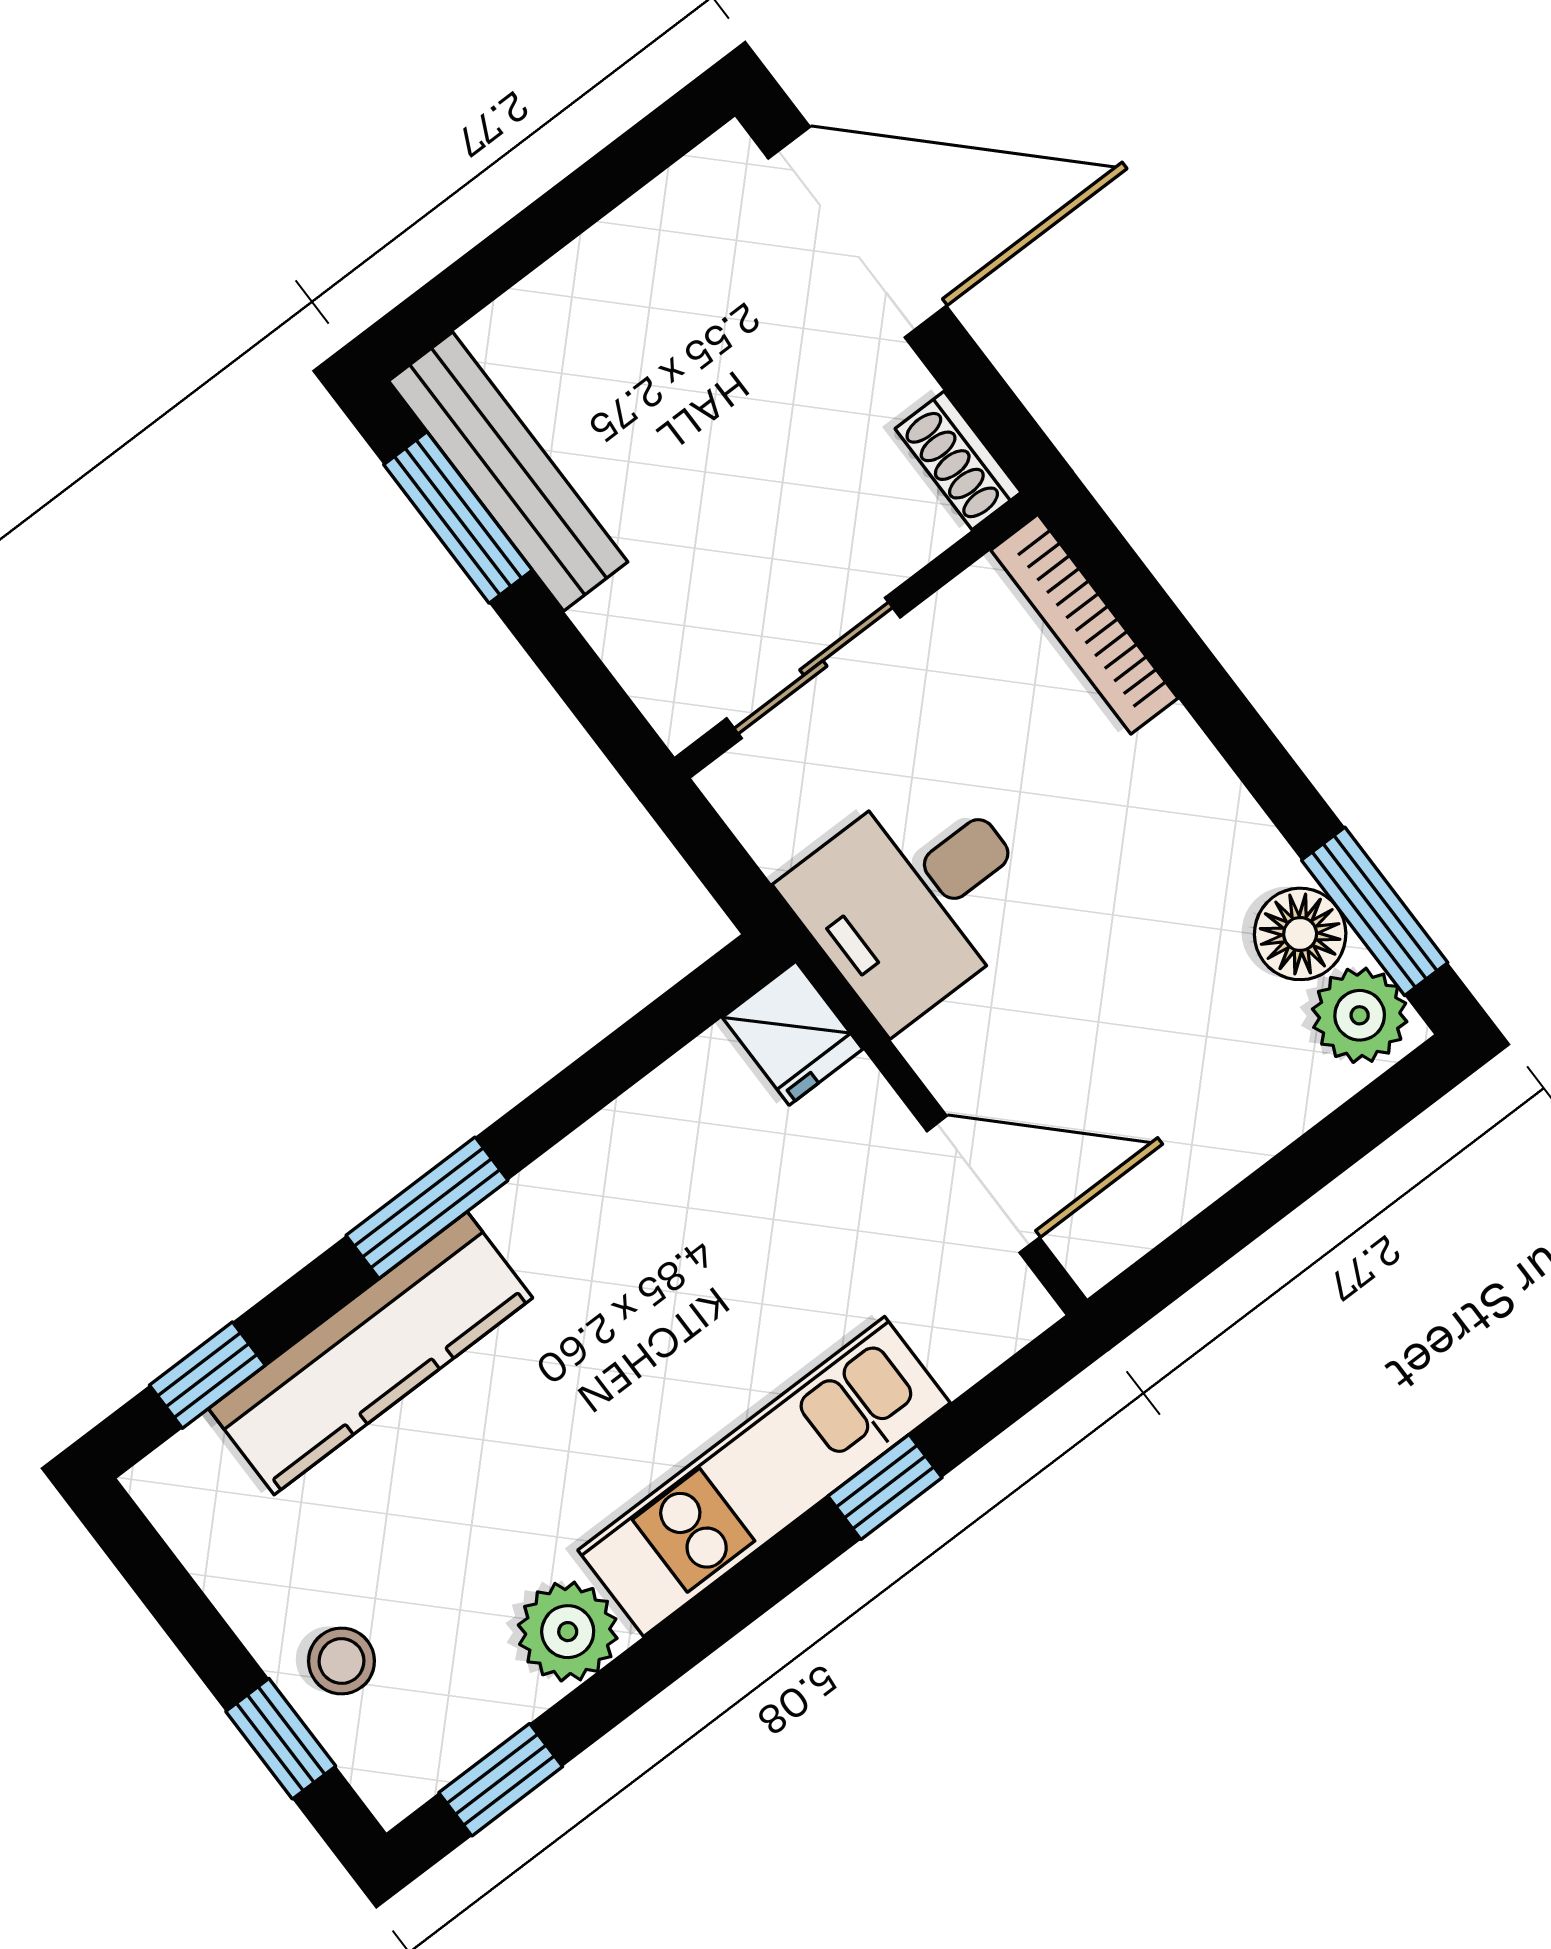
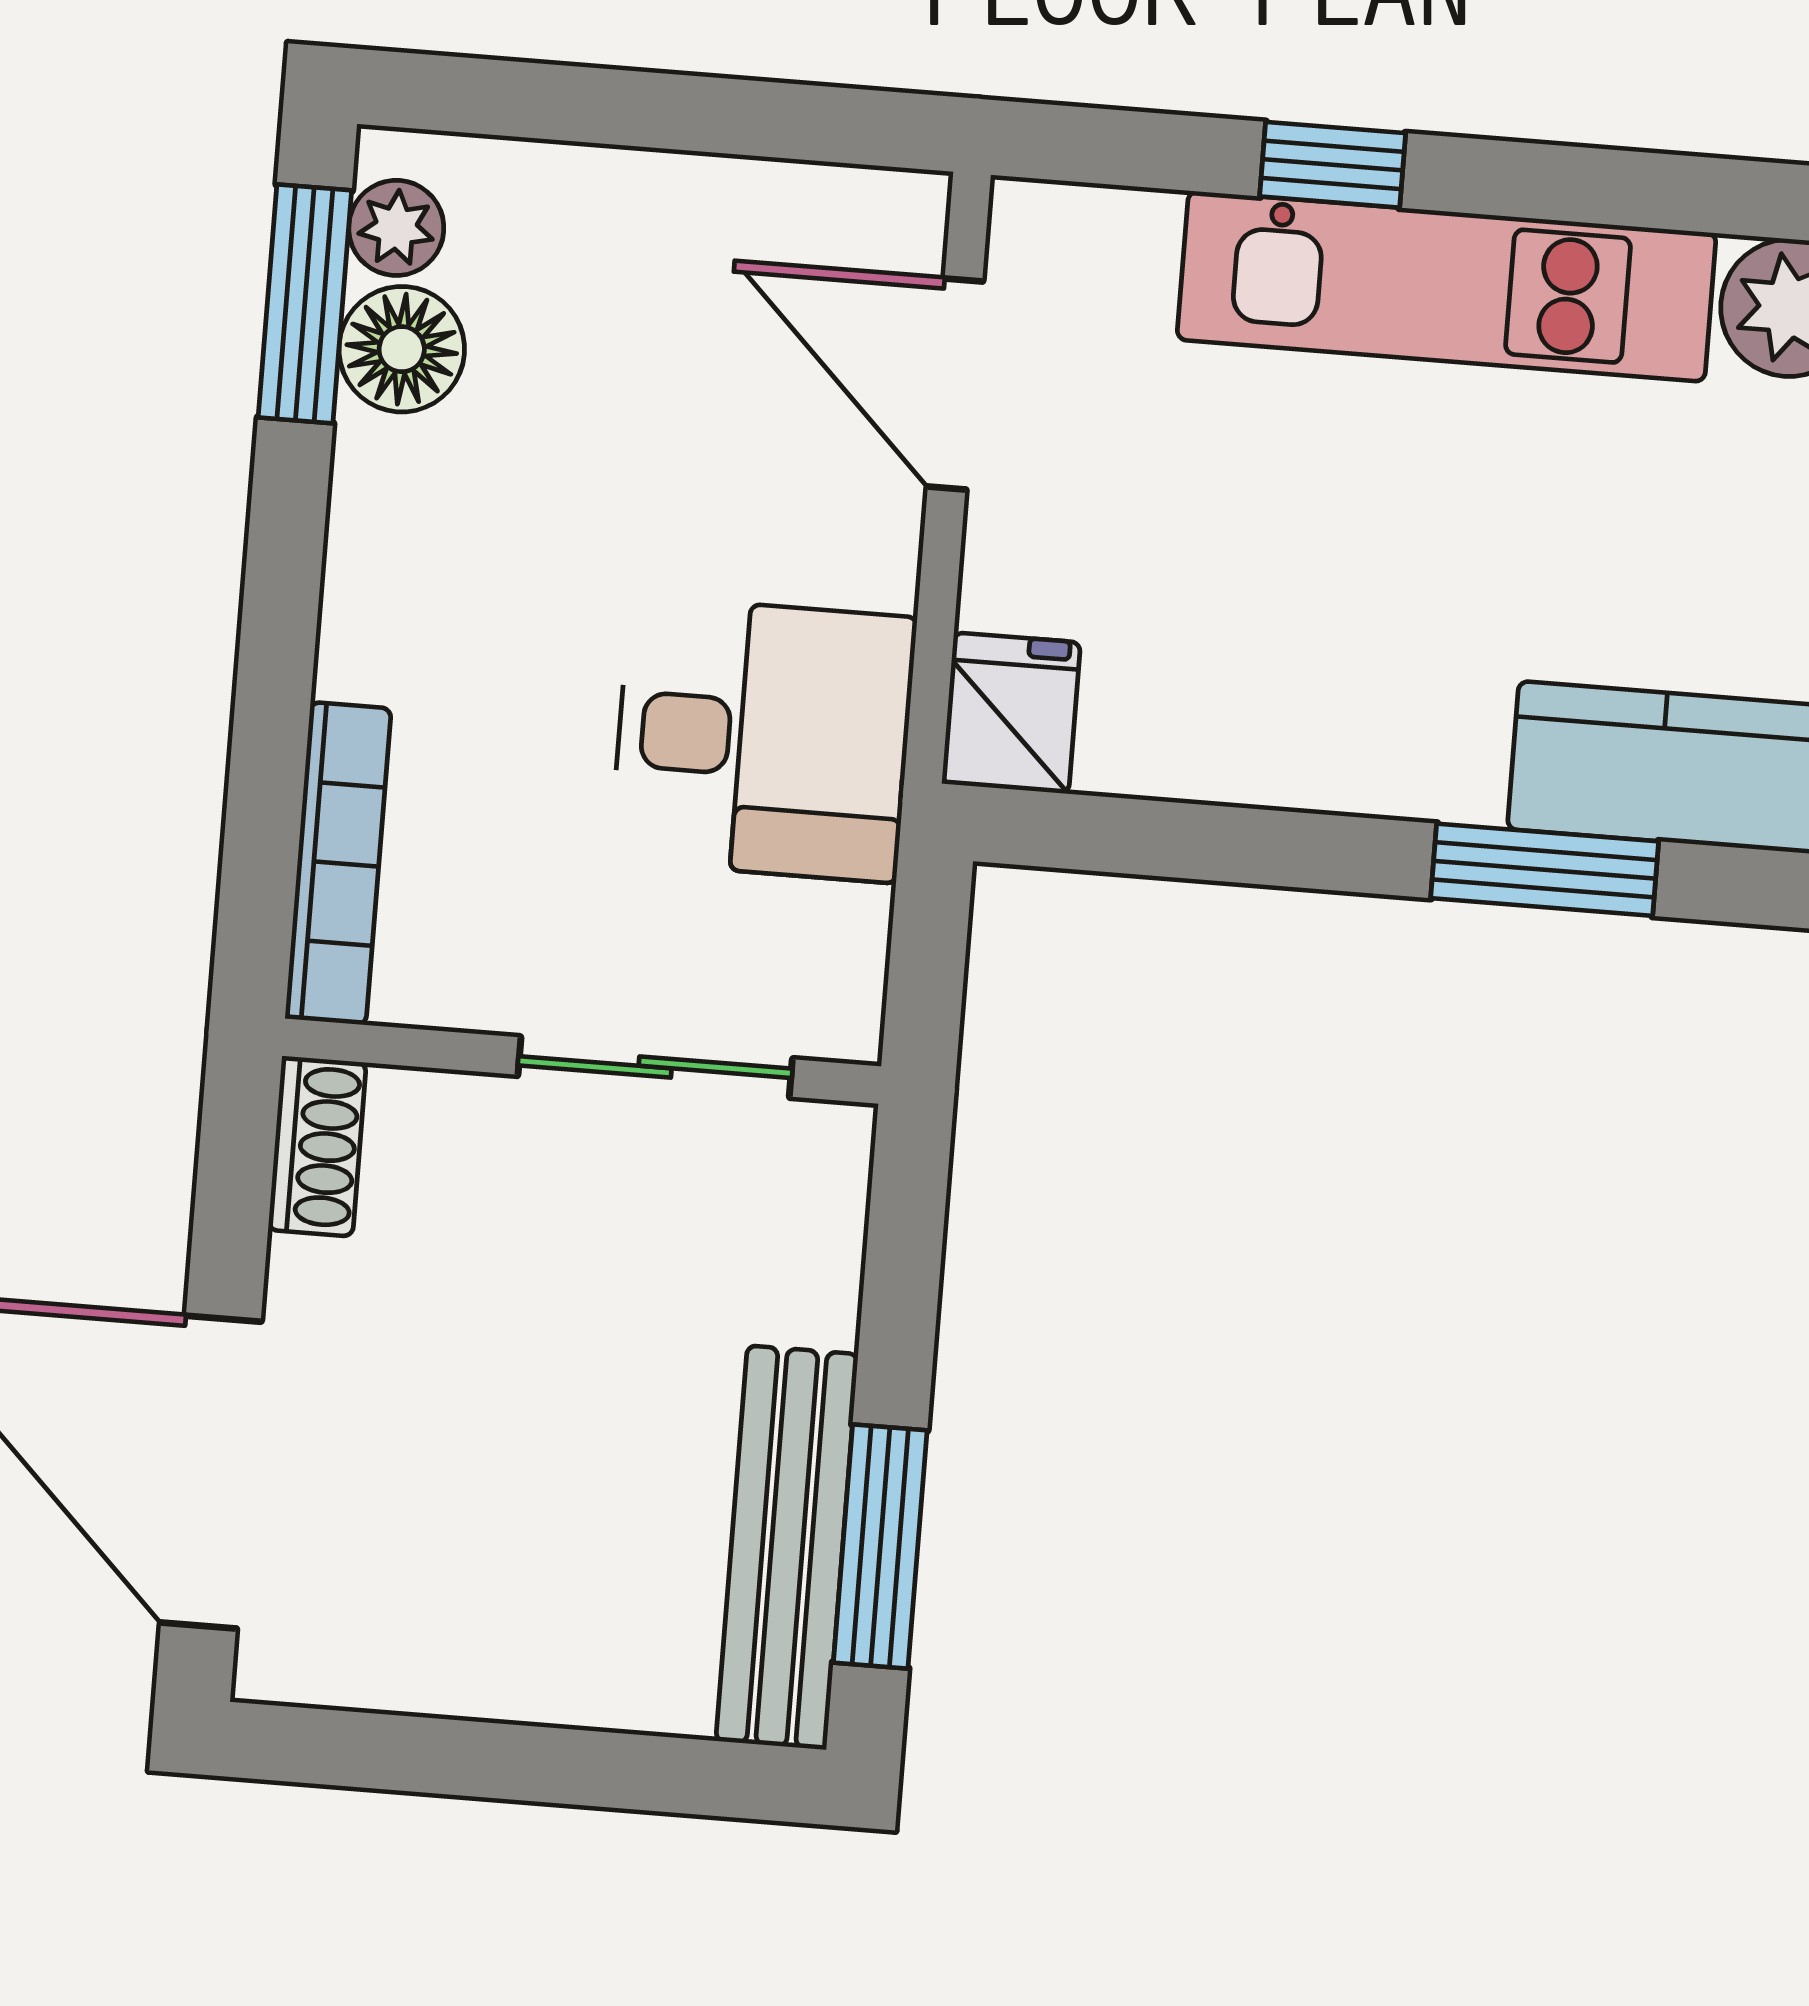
plant: (1360, 1015) -> (396, 228), width x0.73, depth x0.73

